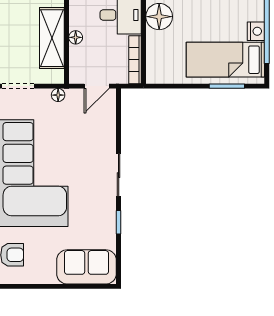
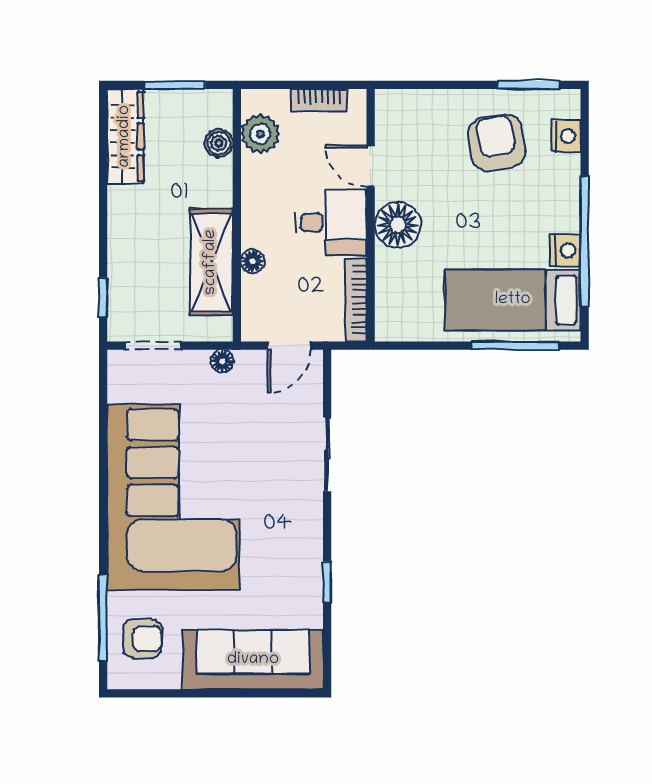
window: (227, 86) -> (515, 346), width x1.44
sliding door: (119, 175) -> (327, 454), moved
sofa: (86, 267) -> (253, 660), width x1.36

